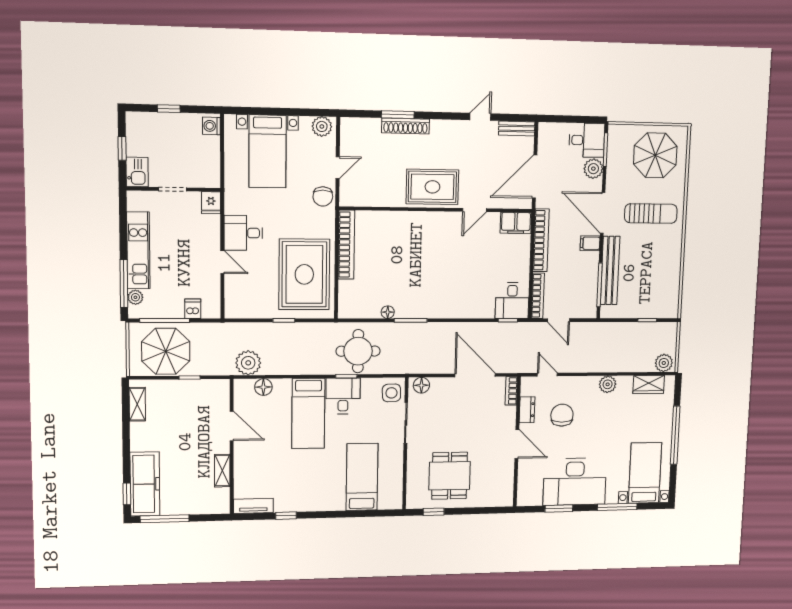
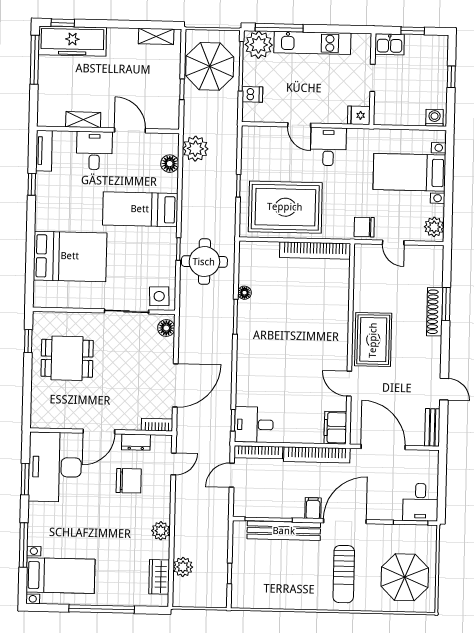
plant: (593, 169) -> (391, 510), removed
door: (222, 262) -> (299, 125), hinge flipped
plant: (135, 297) -> (259, 45), width x1.87, depth x1.87
plant: (664, 363) -> (183, 567), moved
desk: (343, 396) -> (94, 150), moved, turned -90
door: (232, 426) -> (130, 130), swing flipped
bed: (362, 477) -> (70, 256), width x1.50
desk: (575, 482) -> (55, 467), moved

